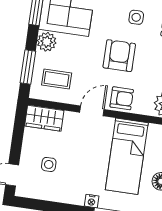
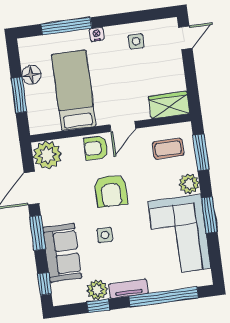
side table: (49, 164) -> (136, 41), moved

